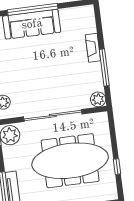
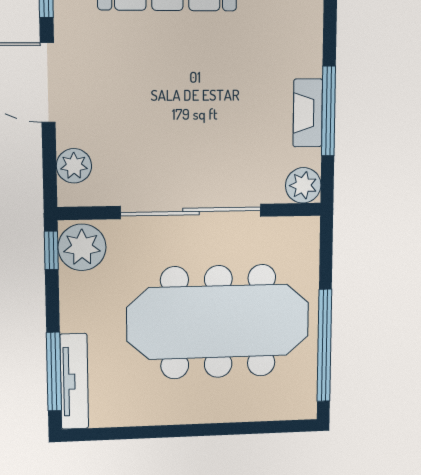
fireplace: (93, 48) -> (308, 113), moved
window: (117, 167) -> (324, 346), width x3.17

